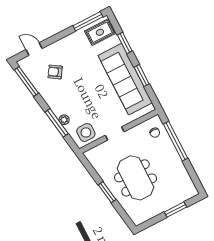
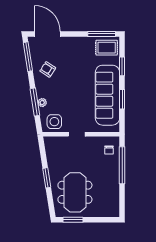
door: (34, 49) -> (47, 34), width x1.87
armchair: (55, 72) -> (48, 69), moved
meeting table: (136, 178) -> (75, 192), moved
window: (176, 210) -> (73, 220), moved

